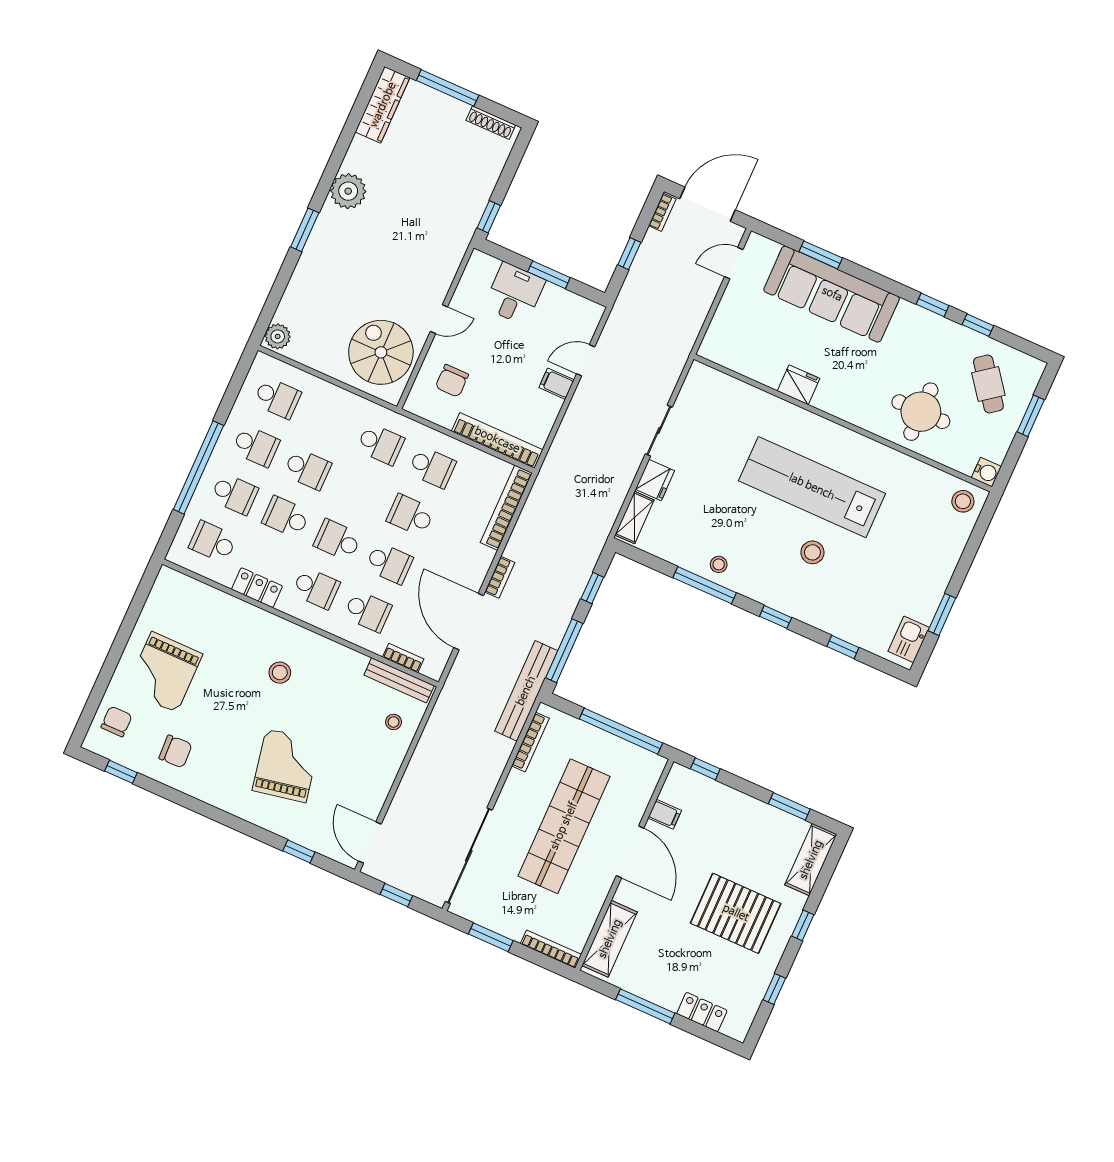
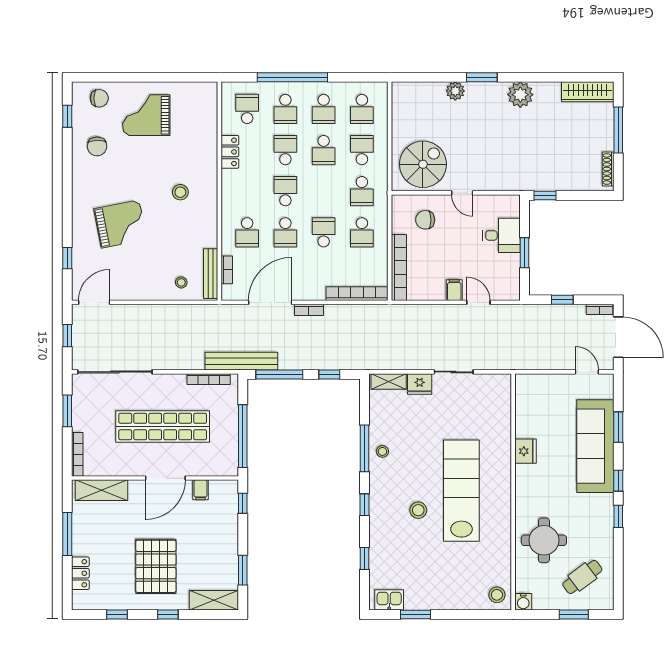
window: (978, 325) -> (618, 481), moved
plant: (278, 336) -> (455, 91), moved
school desk: (316, 588) -> (362, 150), moved, turned 180

